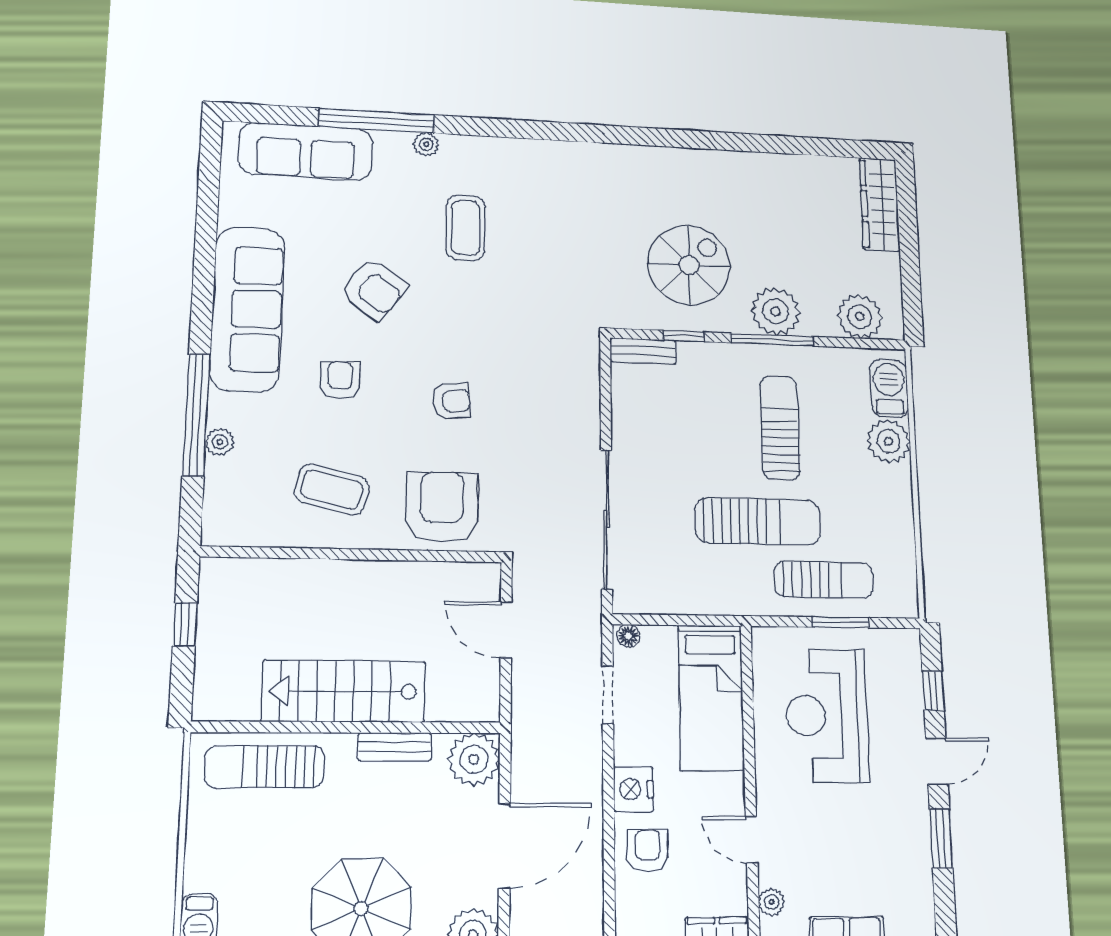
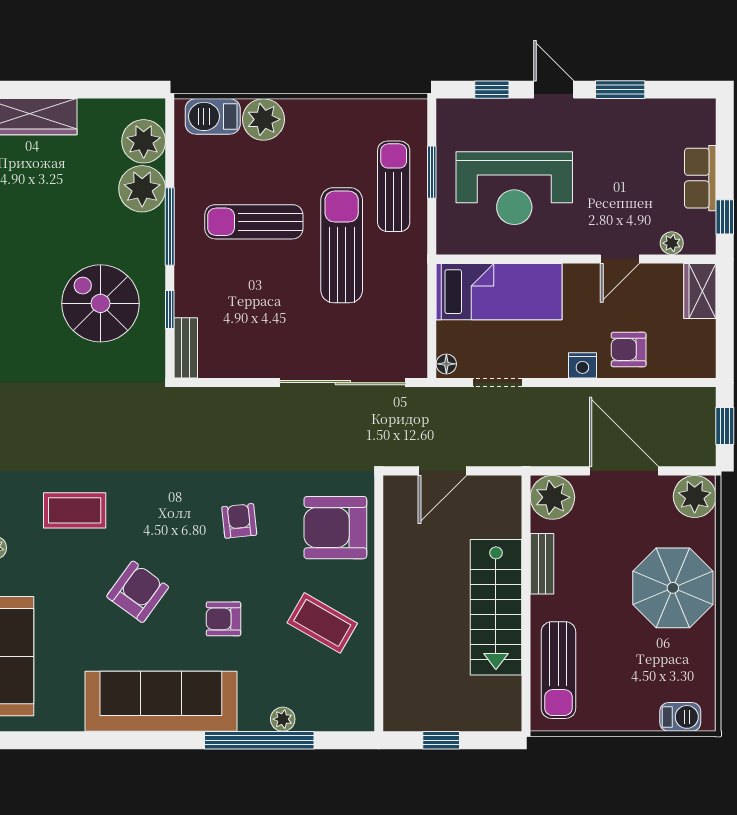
plant: (776, 311) -> (142, 189), moved
coffee table: (332, 490) -> (322, 623), turned -74
nightstand: (633, 789) -> (582, 365), width x0.74, depth x0.75

